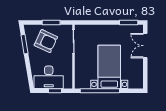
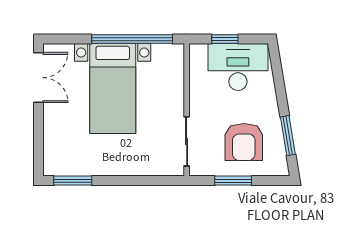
armchair: (46, 41) -> (244, 142), turned -115
double door: (145, 46) -> (38, 78), moved

